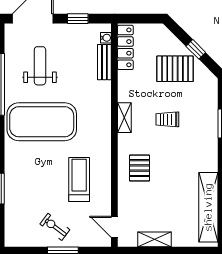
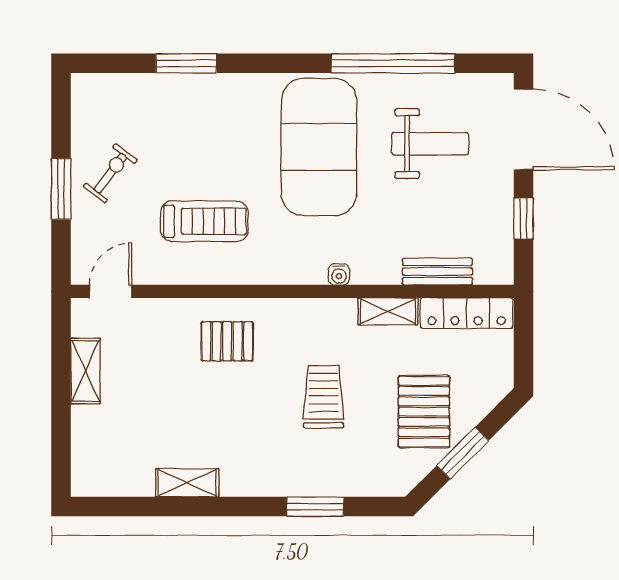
water cooler: (106, 38) -> (339, 274), moved
window: (196, 49) -> (463, 453), width x1.50
shelving: (124, 118) -> (388, 311), moved
trolley: (167, 119) -> (324, 397), width x1.36, depth x1.39
shelving: (208, 207) -> (187, 483), width x0.45, depth x0.75

